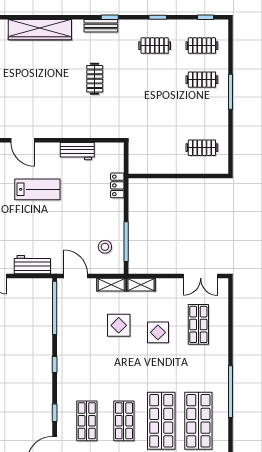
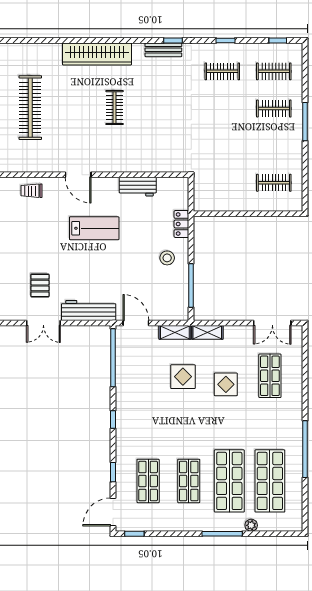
clothes rail: (95, 79) -> (115, 108), moved
stool: (105, 247) -> (167, 258), moved
workbench: (32, 265) -> (89, 311), width x1.38

